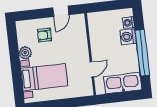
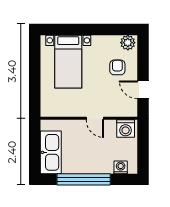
washing machine: (128, 37) -> (126, 129), moved, turned 180
plant: (25, 53) -> (128, 43), moved
door: (92, 69) -> (95, 118), moved

